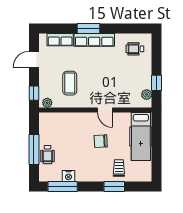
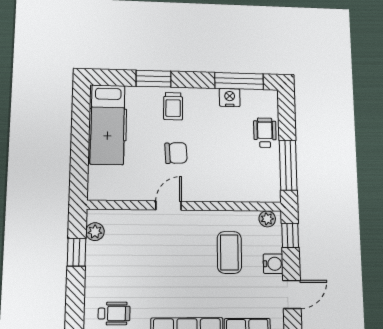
water cooler: (44, 77) -> (273, 264), added
door: (105, 110) -> (169, 206), hinge flipped
hospital bed: (141, 136) -> (108, 125), moved, turned 180
window: (34, 150) -> (288, 165), moved
trolley: (119, 168) -> (173, 106), moved

